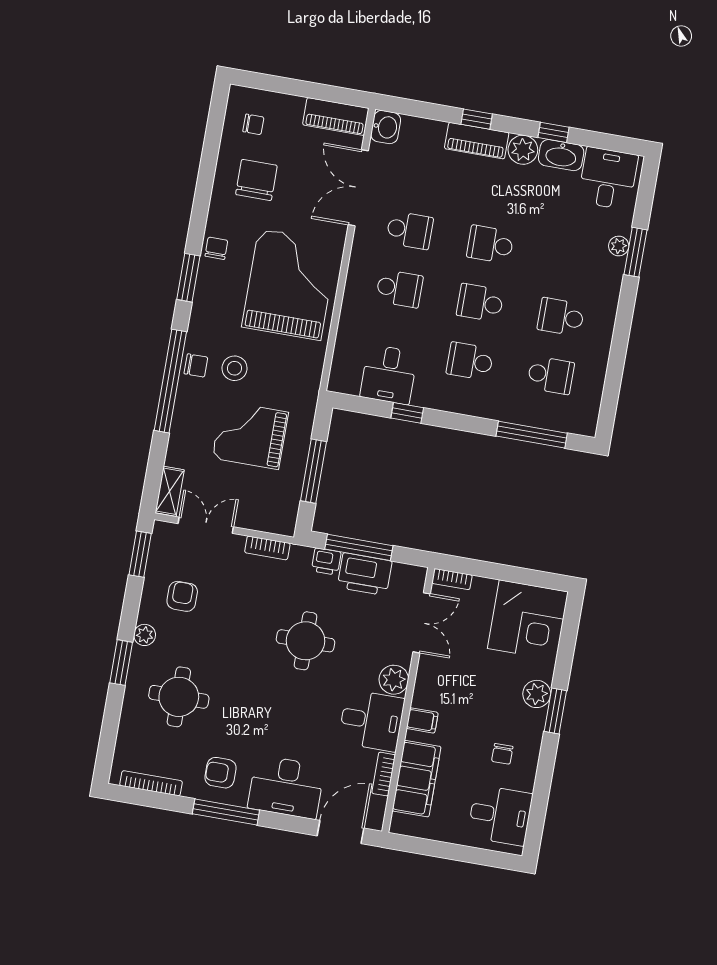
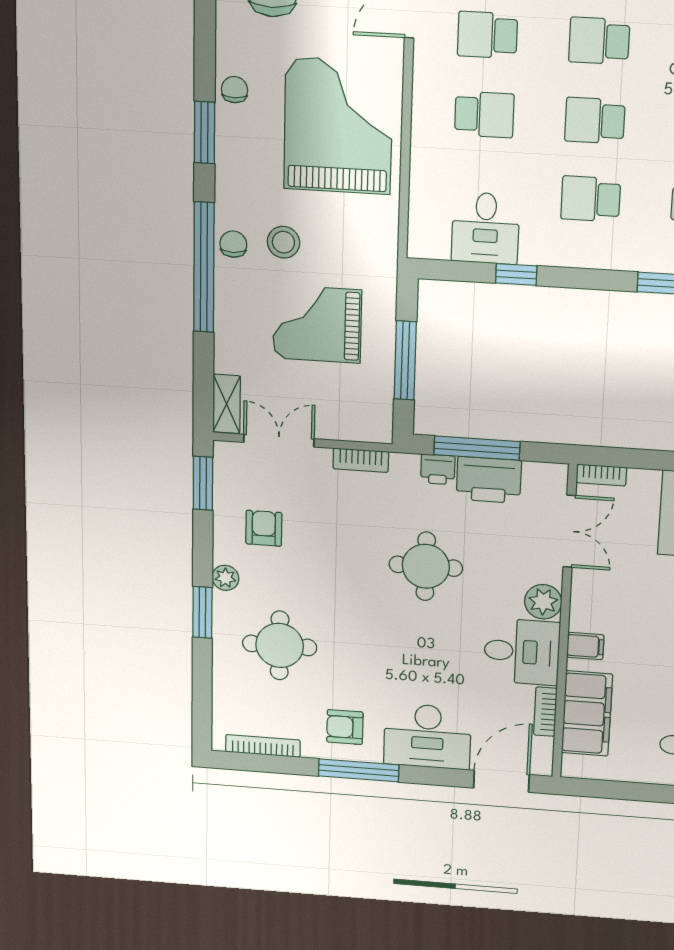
school desk: (410, 230) -> (487, 35), turned 180
chair: (196, 365) -> (233, 244), turned -90

